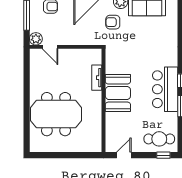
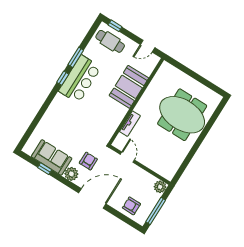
armchair: (113, 22) -> (88, 161), turned -90
door: (50, 47) -> (127, 157), moved
booth: (118, 93) -> (129, 87), moved

